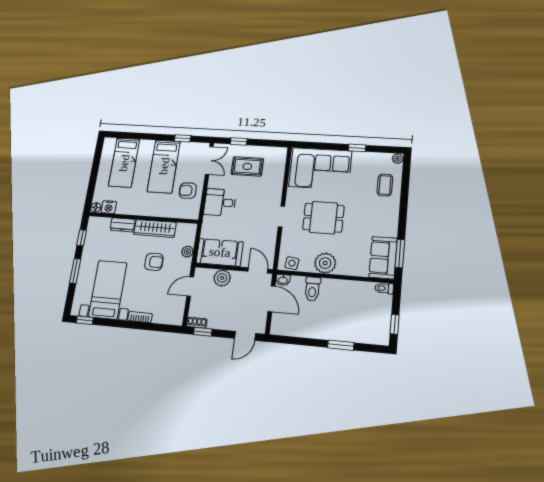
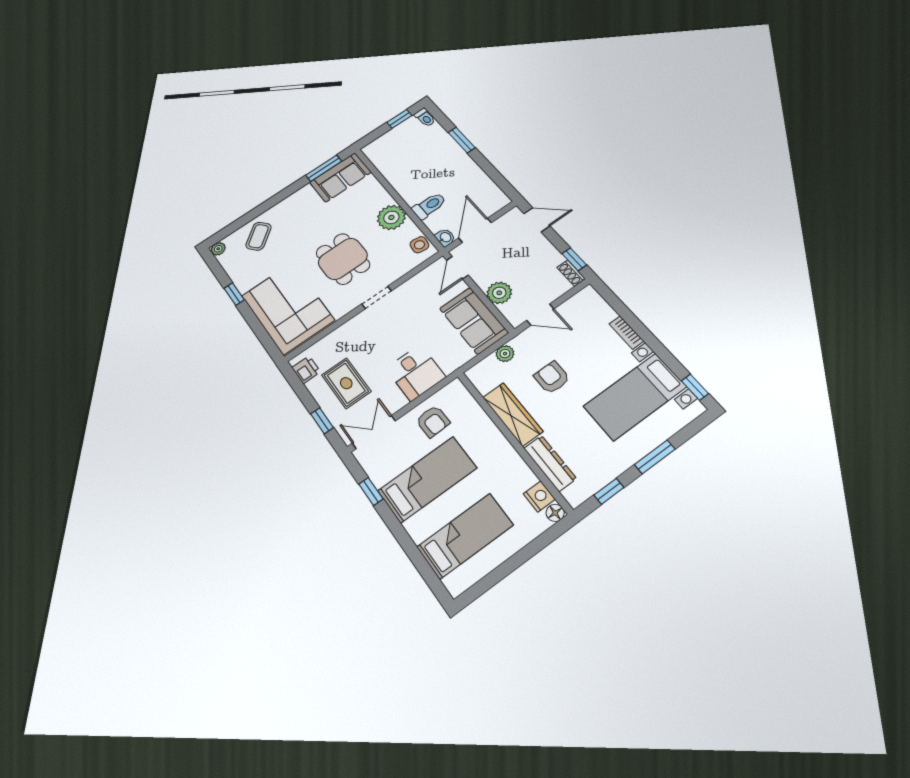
printer: (274, 153) -> (306, 370), added
coffee table: (385, 185) -> (259, 236), turned -40
dresser: (123, 225) -> (550, 463), width x1.44
toilet: (384, 288) -> (425, 118), moved

